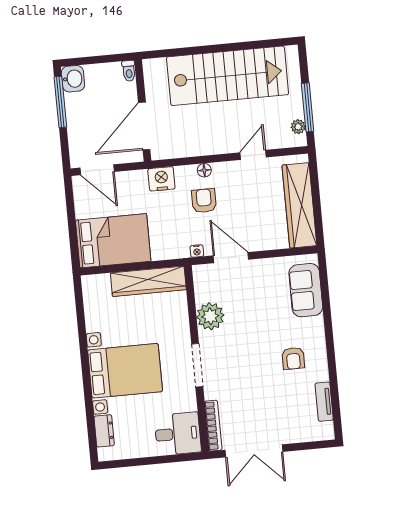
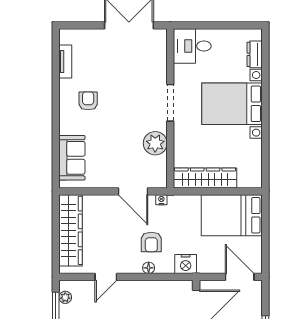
bookcase: (213, 426) -> (162, 50), removed

